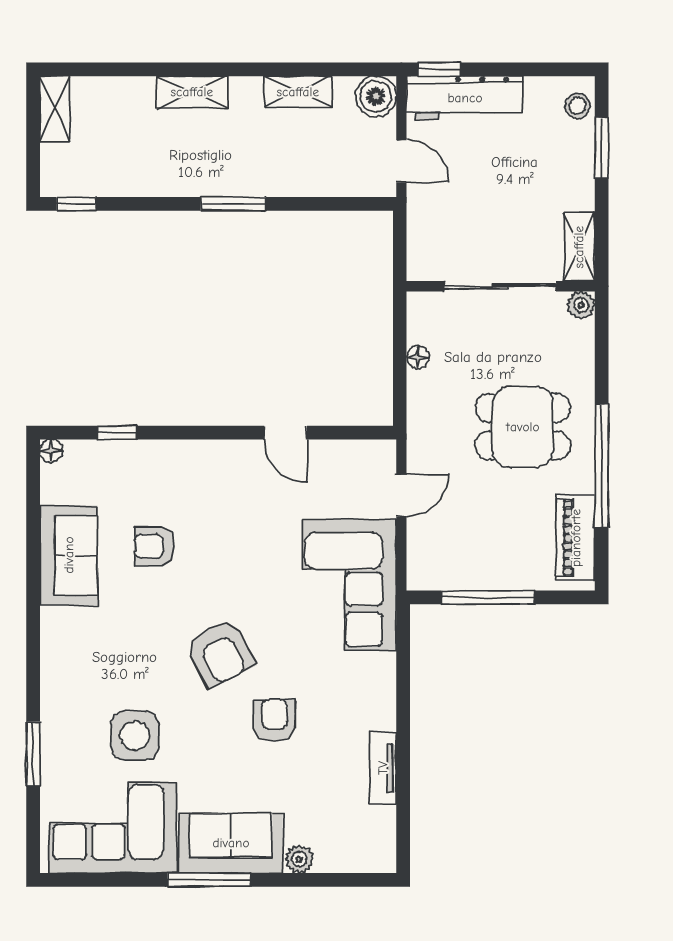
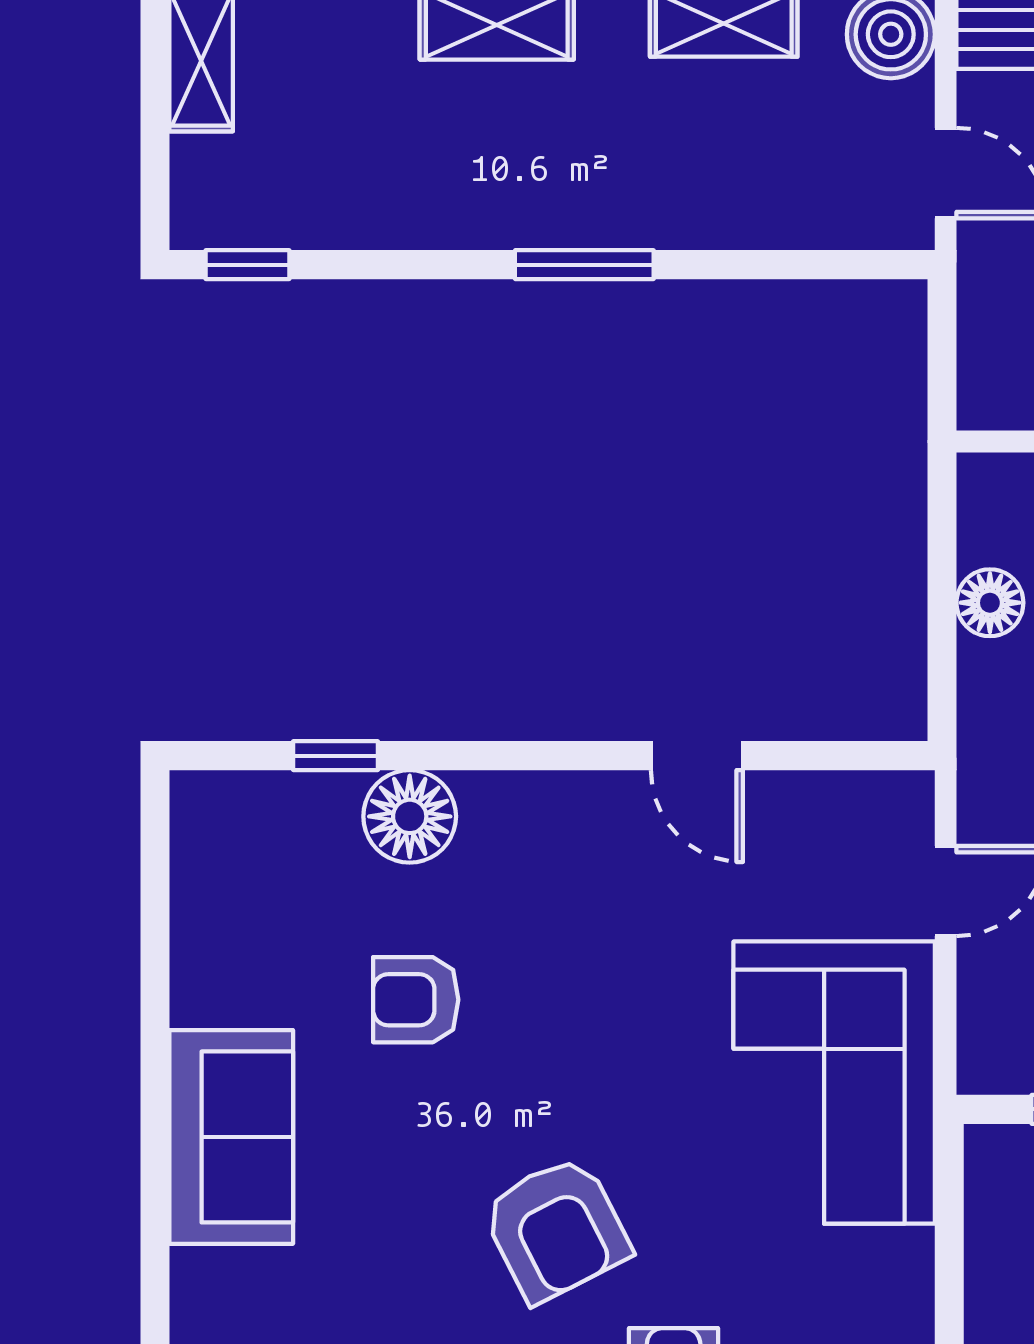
floor lamp: (418, 357) -> (990, 603), width x1.37, depth x1.37
floor lamp: (51, 451) -> (410, 816), moved, width x1.89, depth x1.89
sofa: (69, 555) -> (231, 1137), moved

